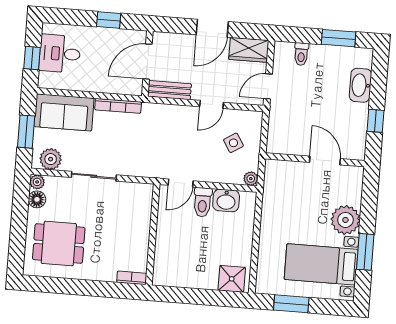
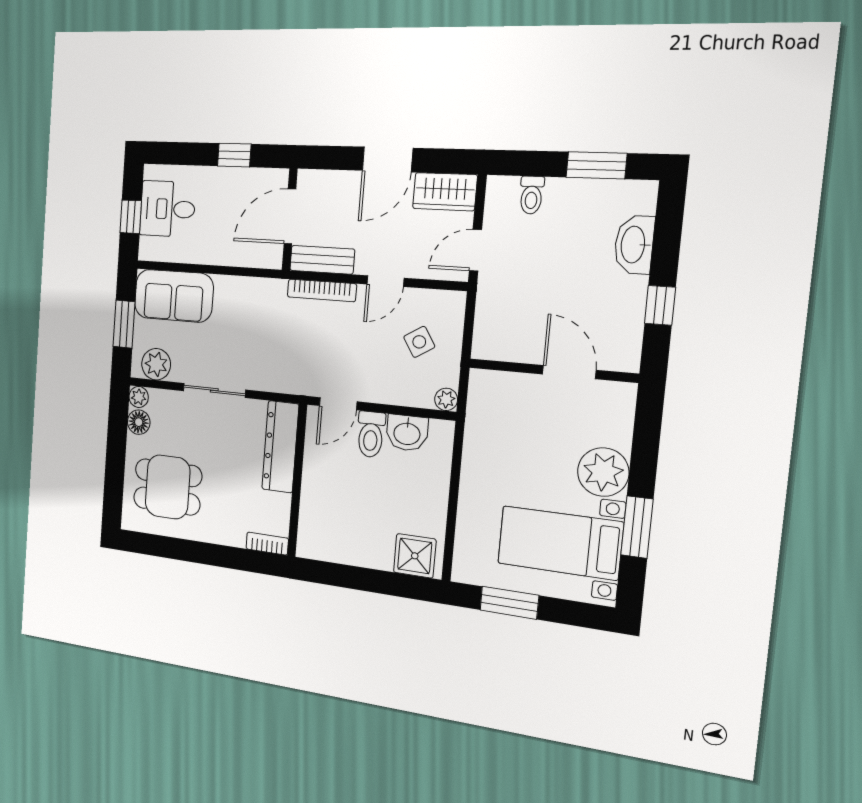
bookcase: (118, 106) -> (322, 290), moved
dresser: (141, 213) -> (280, 447), added

